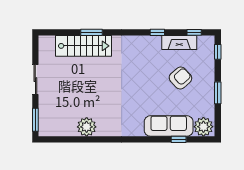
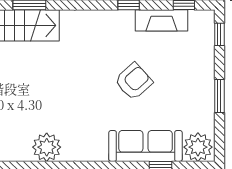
armchair: (180, 78) -> (134, 81), moved
plant: (87, 127) -> (47, 147), moved

